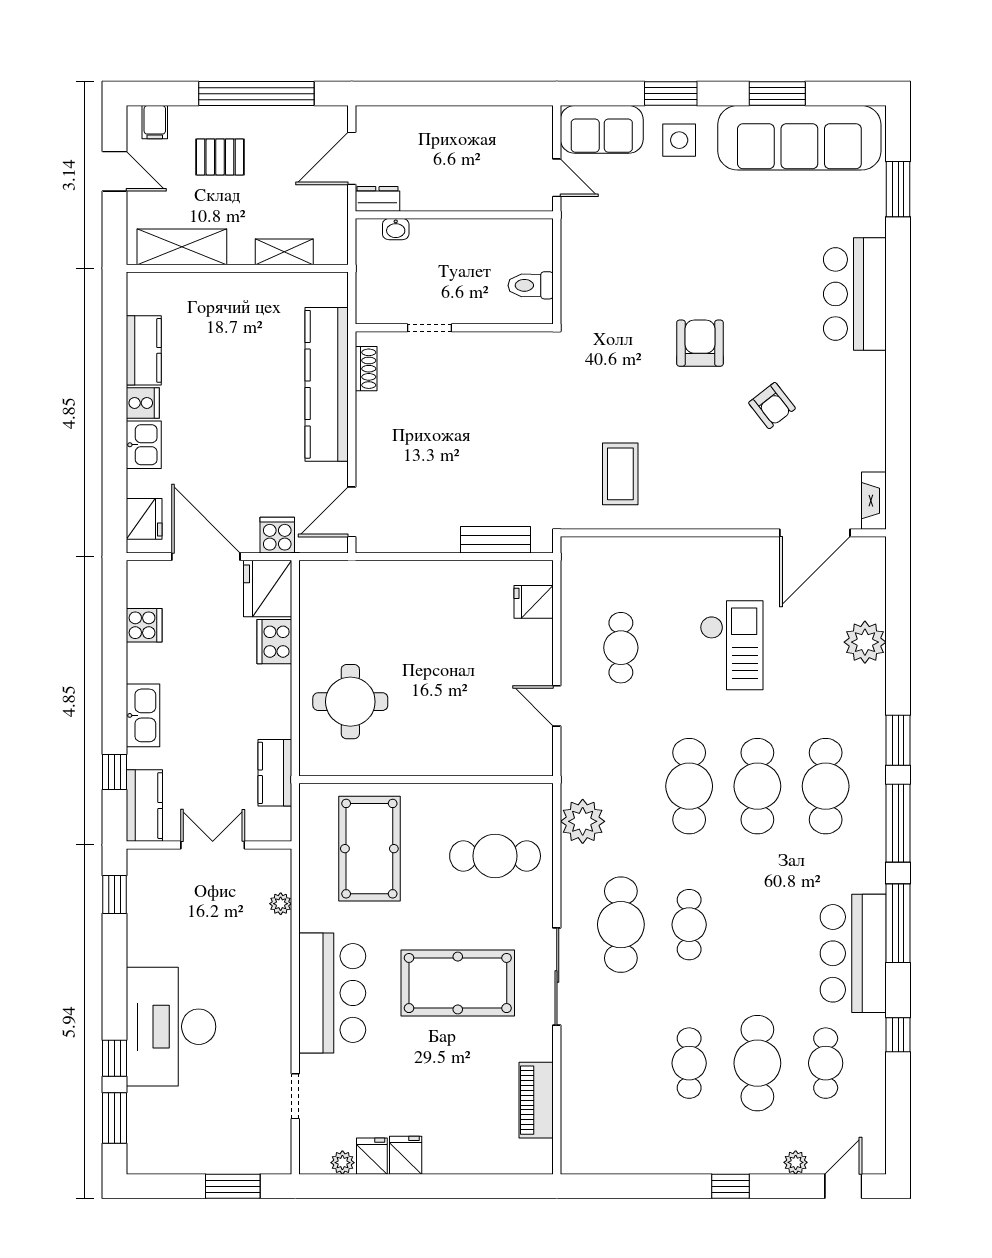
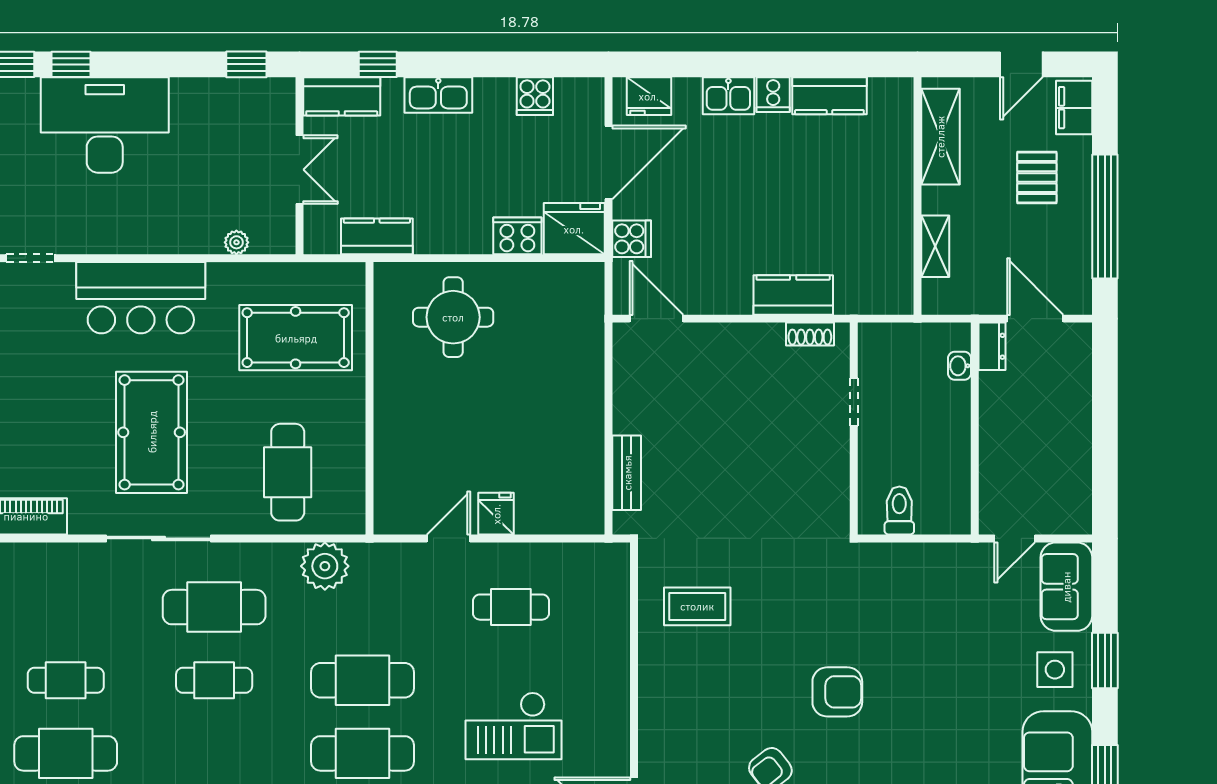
filing cabinet: (155, 122) -> (1074, 108), width x2.00
kitchen counter: (327, 384) -> (793, 295), width x0.48, depth x0.86
fridge: (534, 602) -> (496, 514), moved

